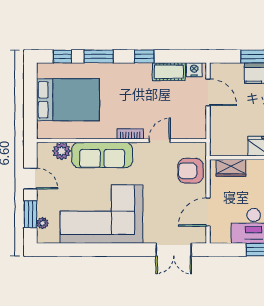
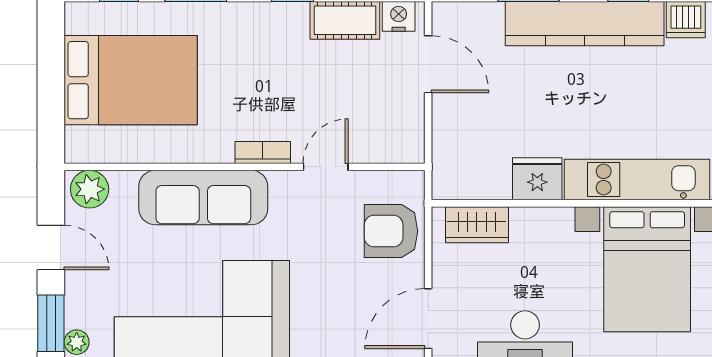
plant: (62, 151) -> (90, 189), moved

